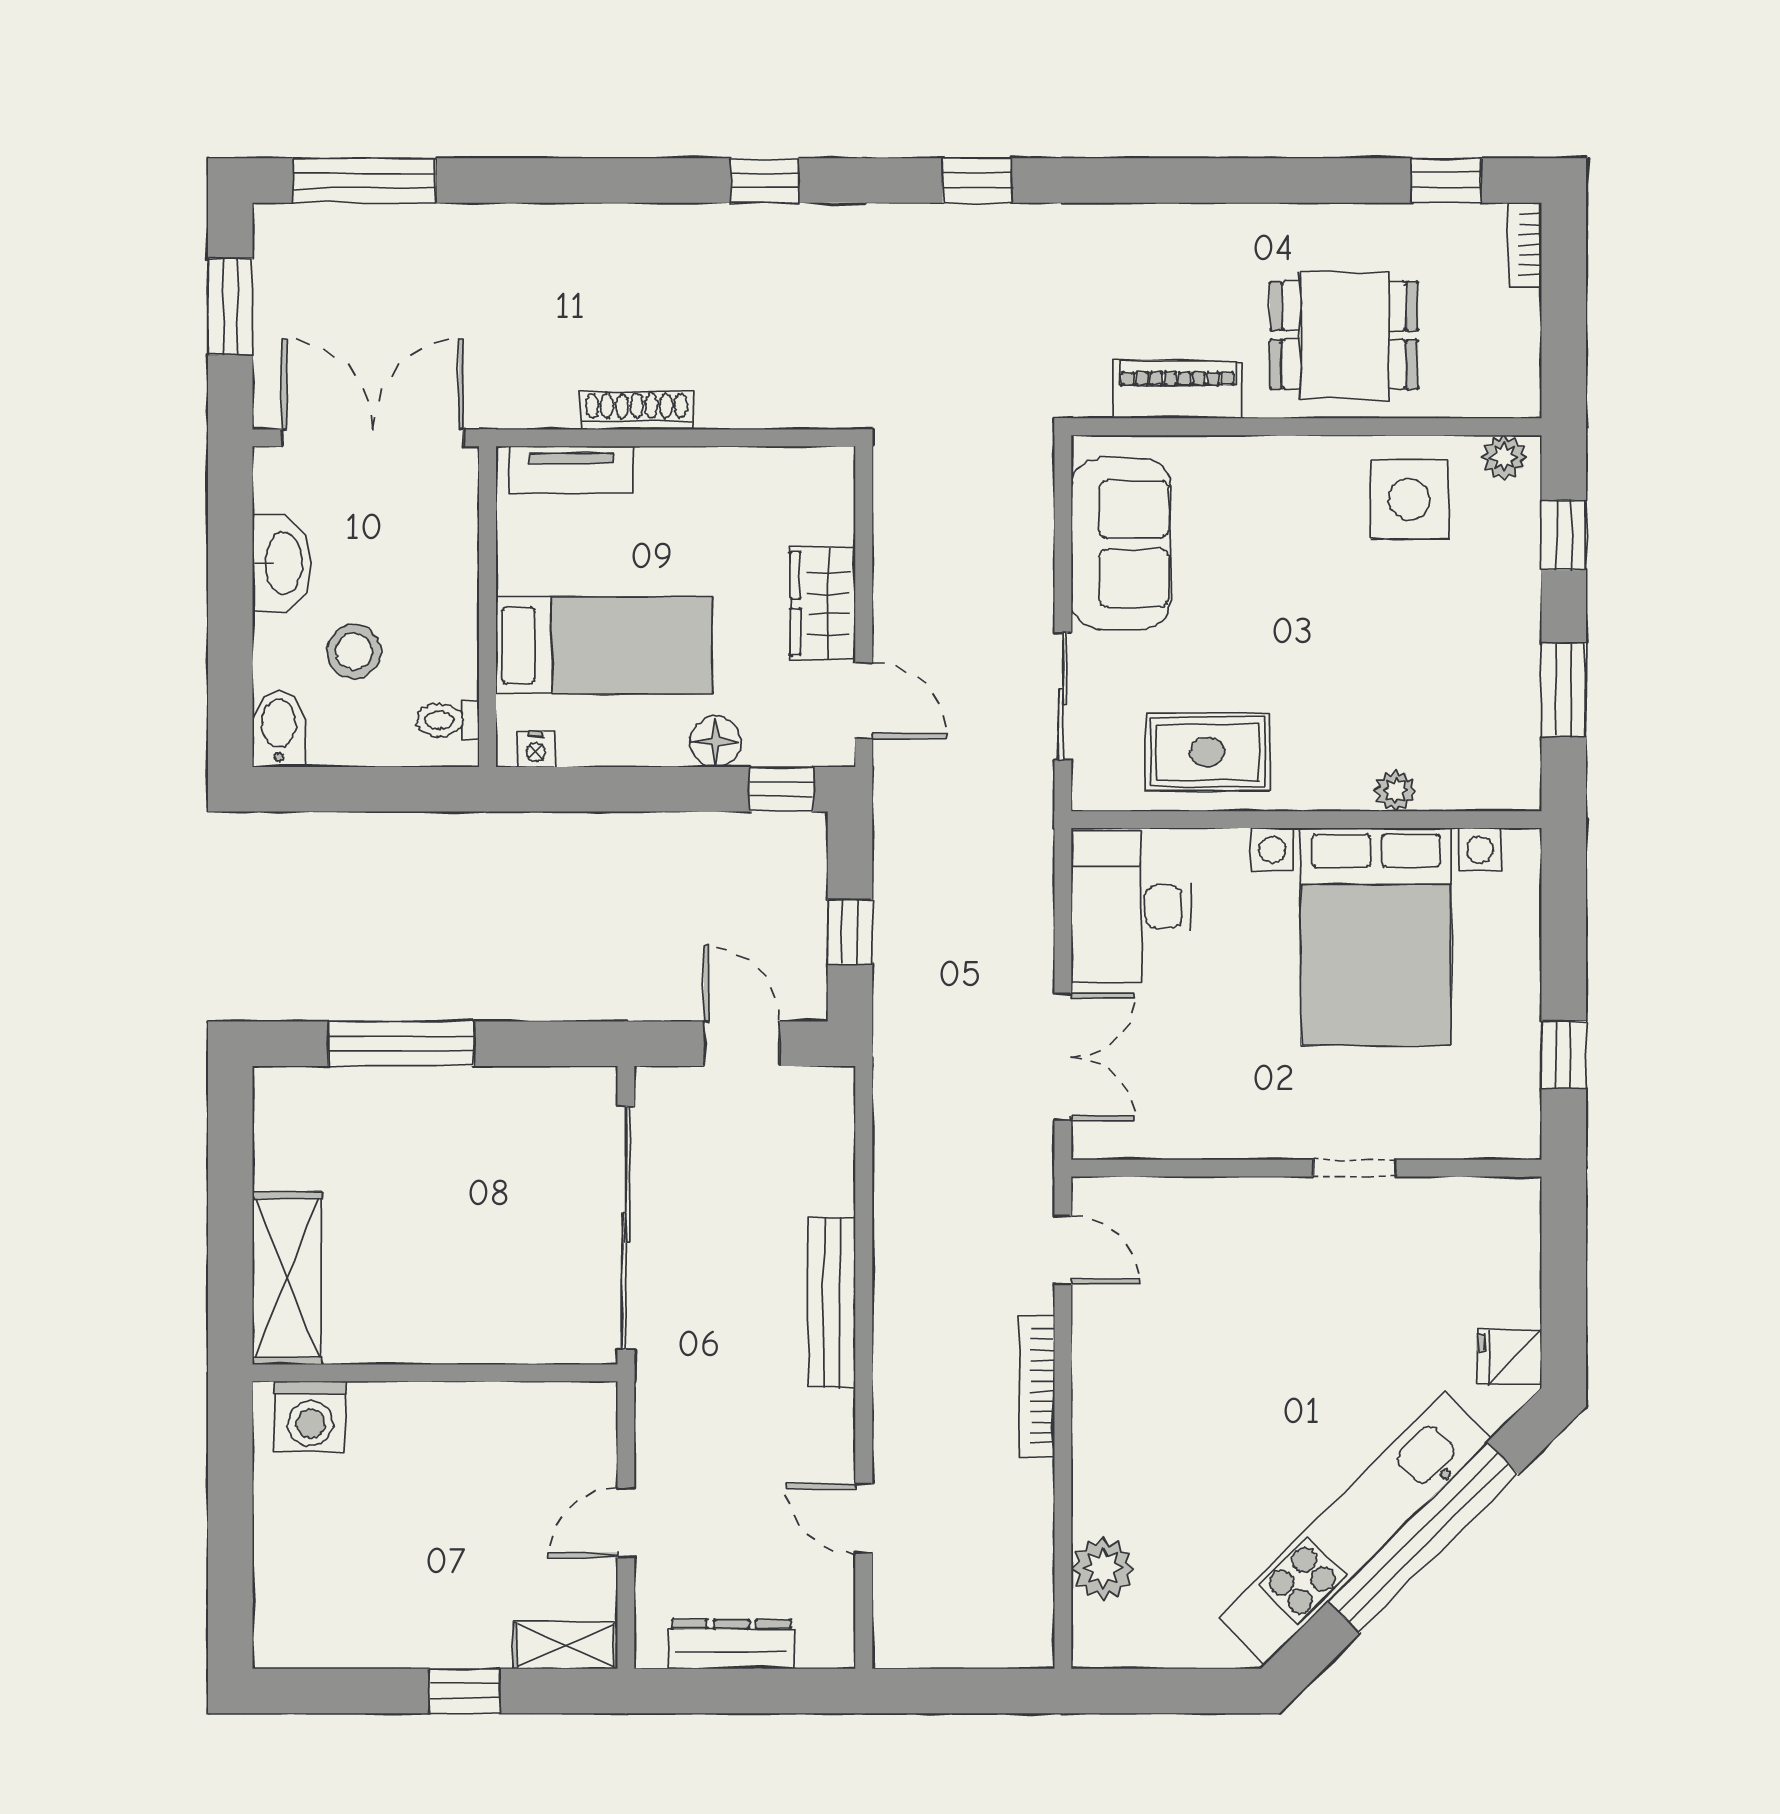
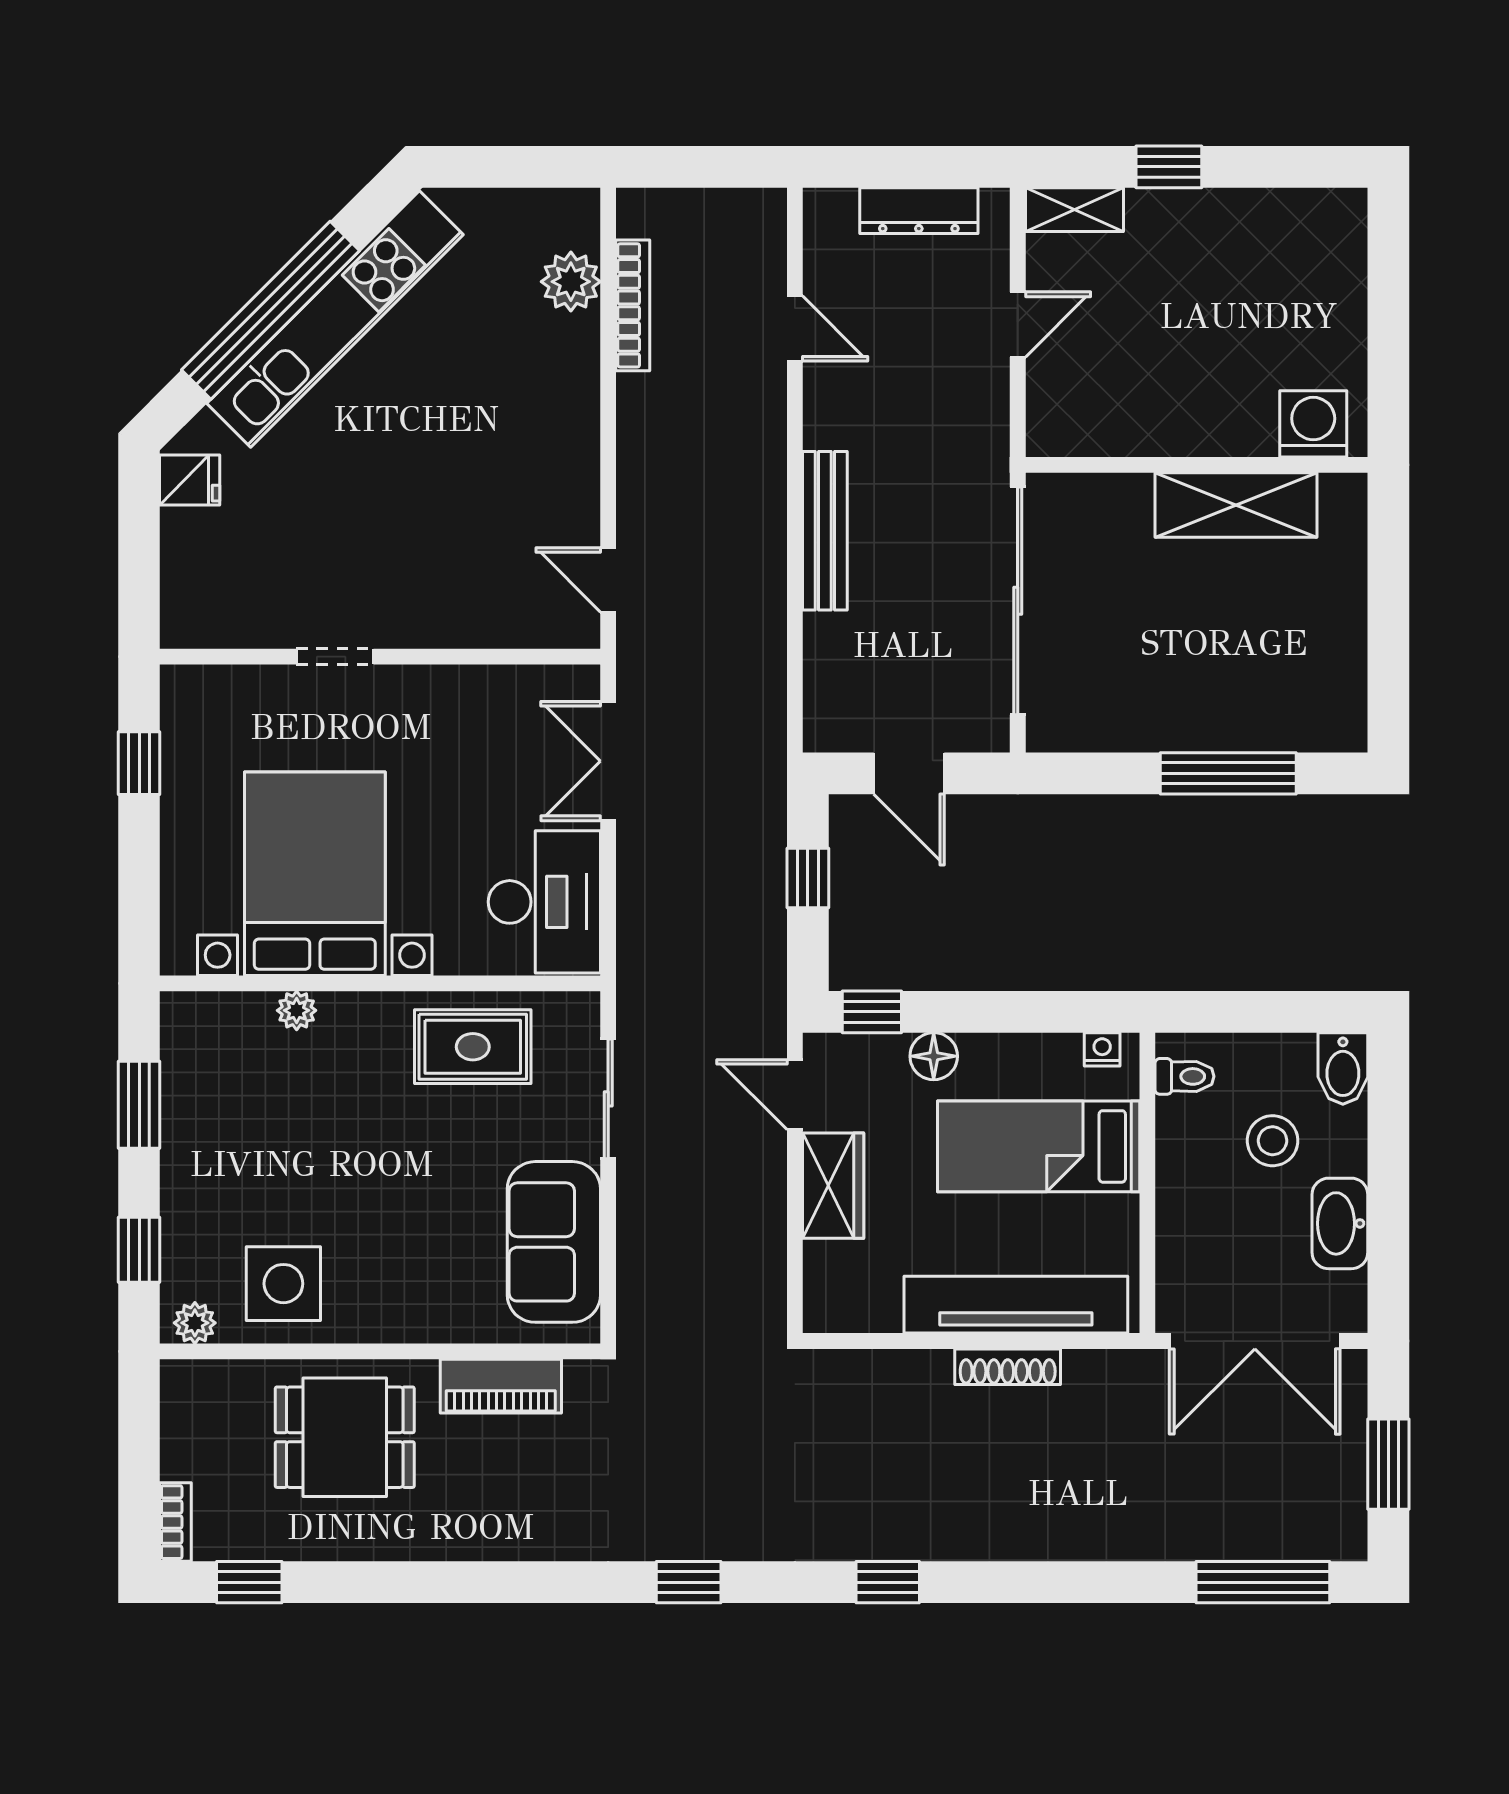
tv unit: (571, 470) -> (1016, 1305), width x1.92, depth x1.29
shelving: (287, 1278) -> (1236, 505), moved, turned 90
bookcase: (1037, 1386) -> (633, 305), moved

